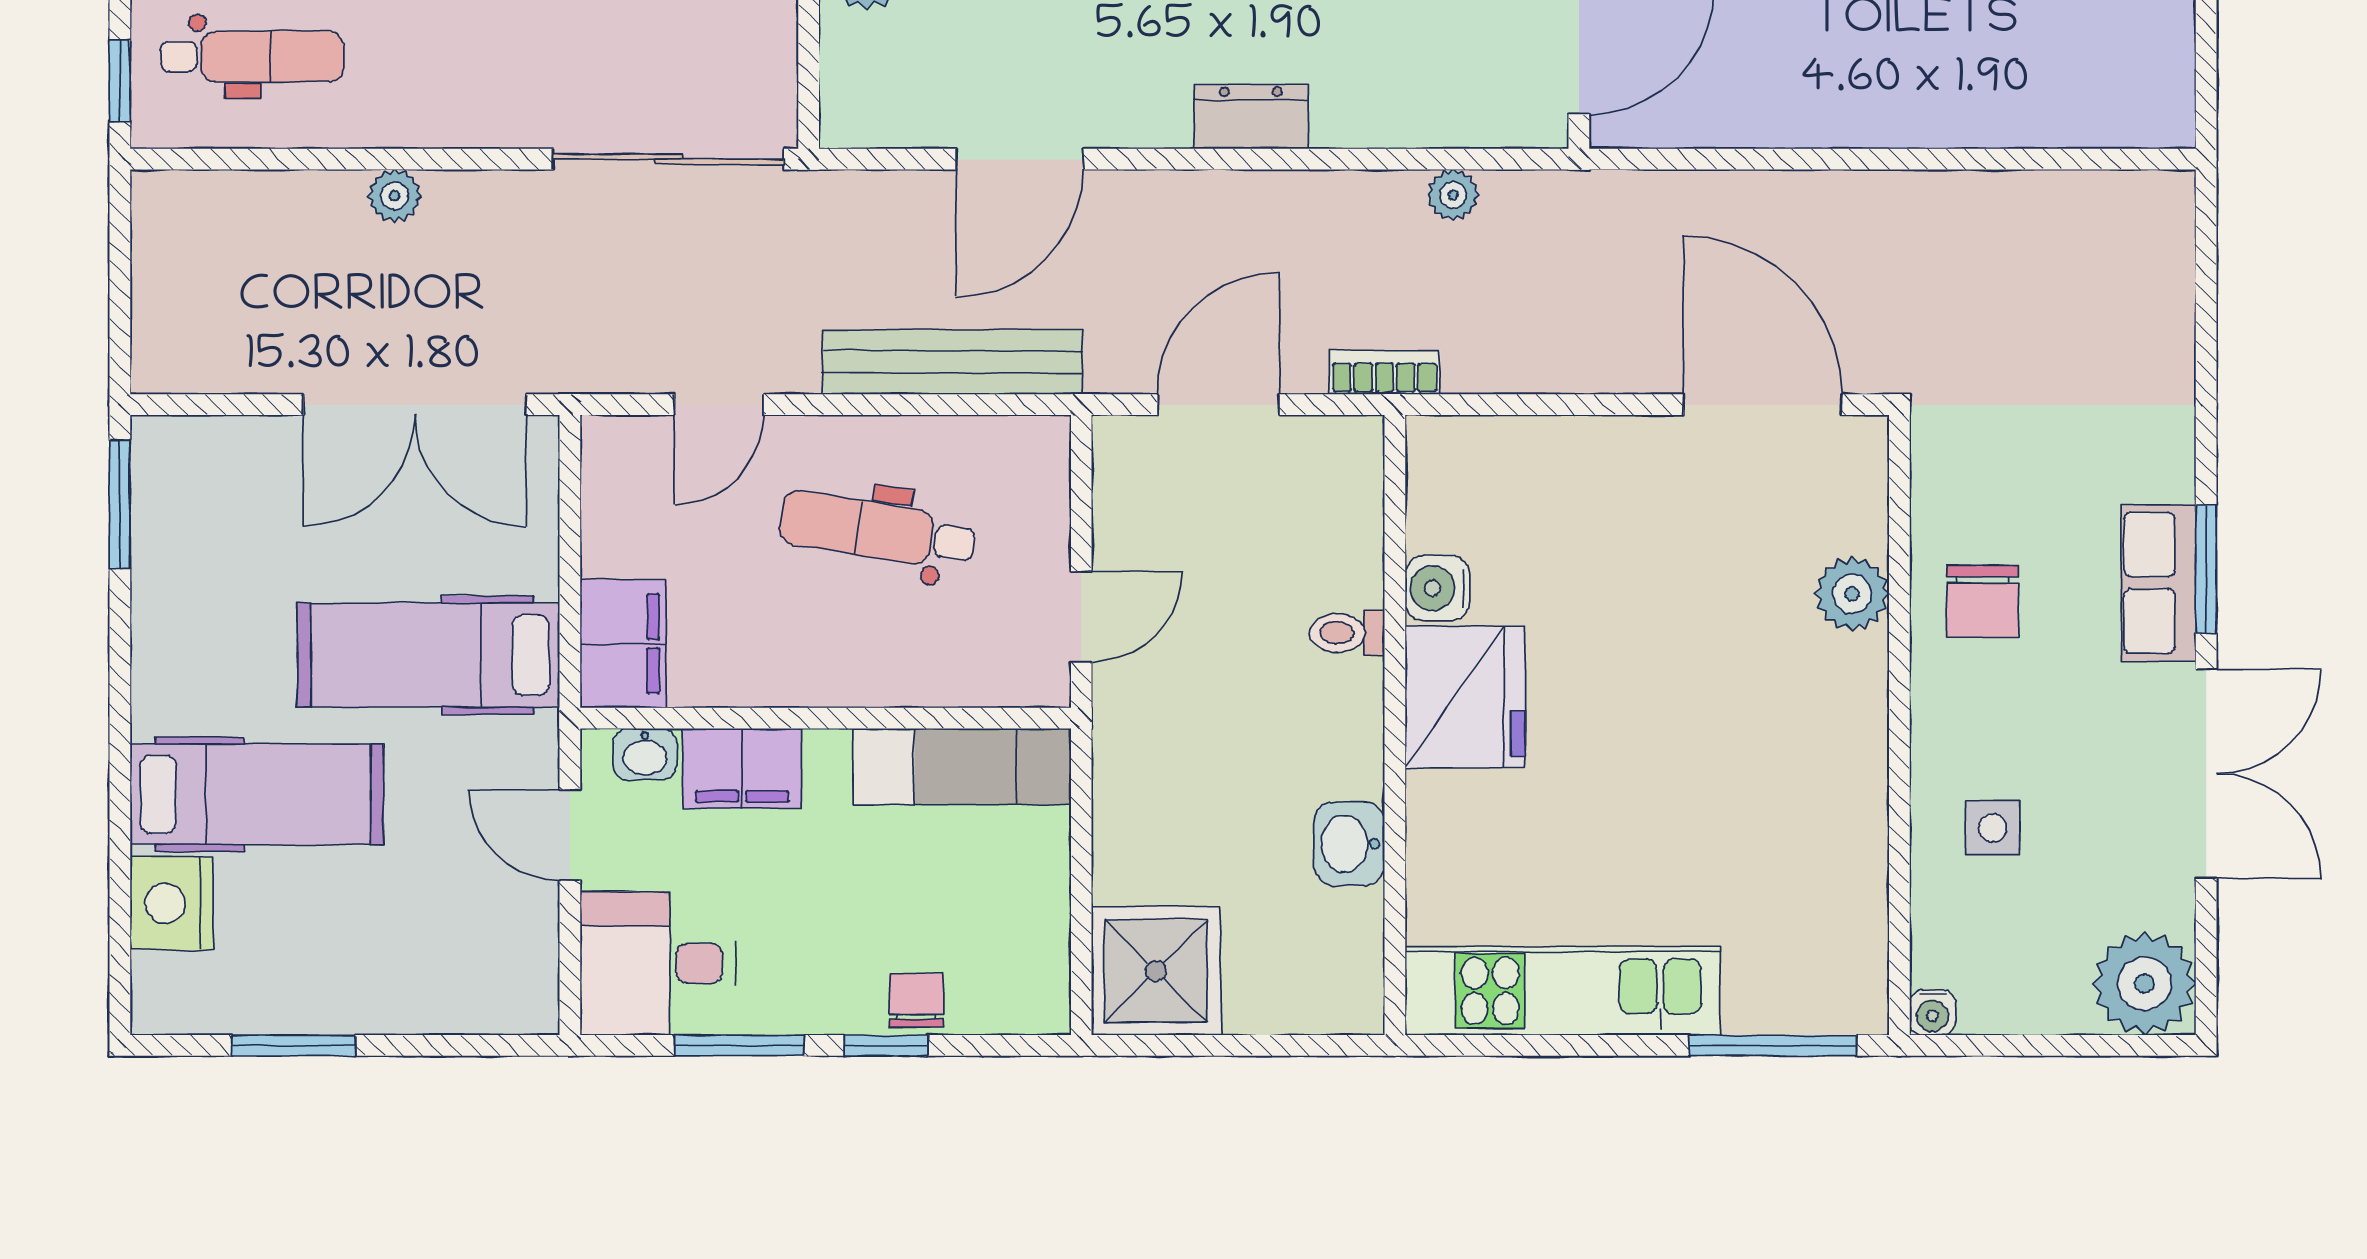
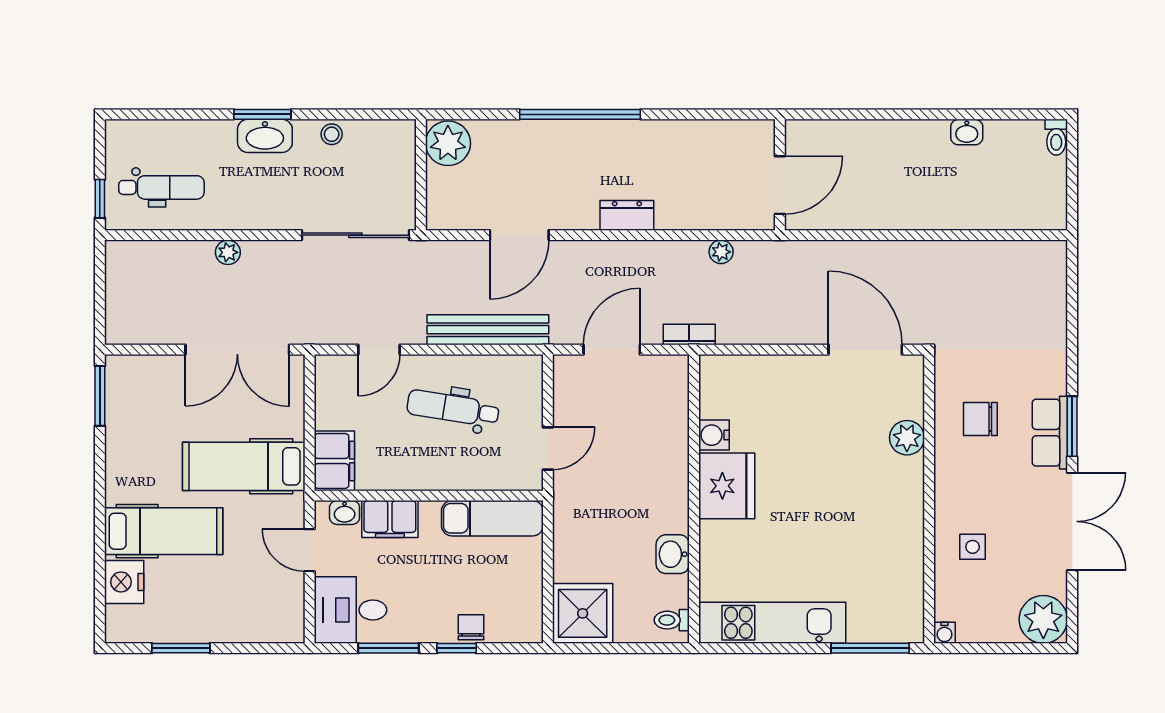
chair: (1983, 602) -> (980, 419), moved, turned 90
toilet: (1347, 633) -> (672, 620), moved

